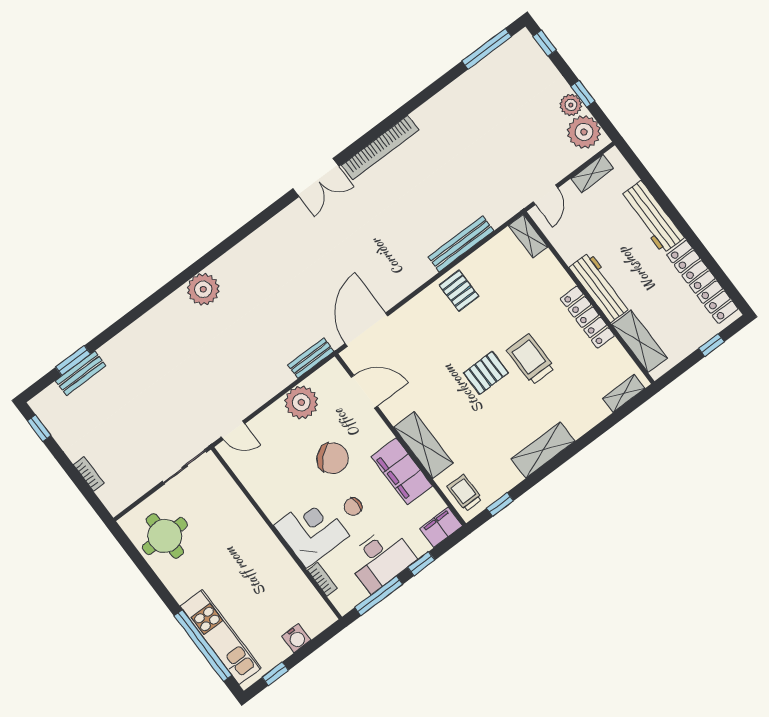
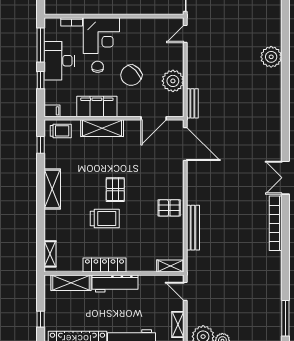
plant: (203, 289) -> (271, 57), moved
filing cabinet: (441, 527) -> (52, 111), width x0.50

